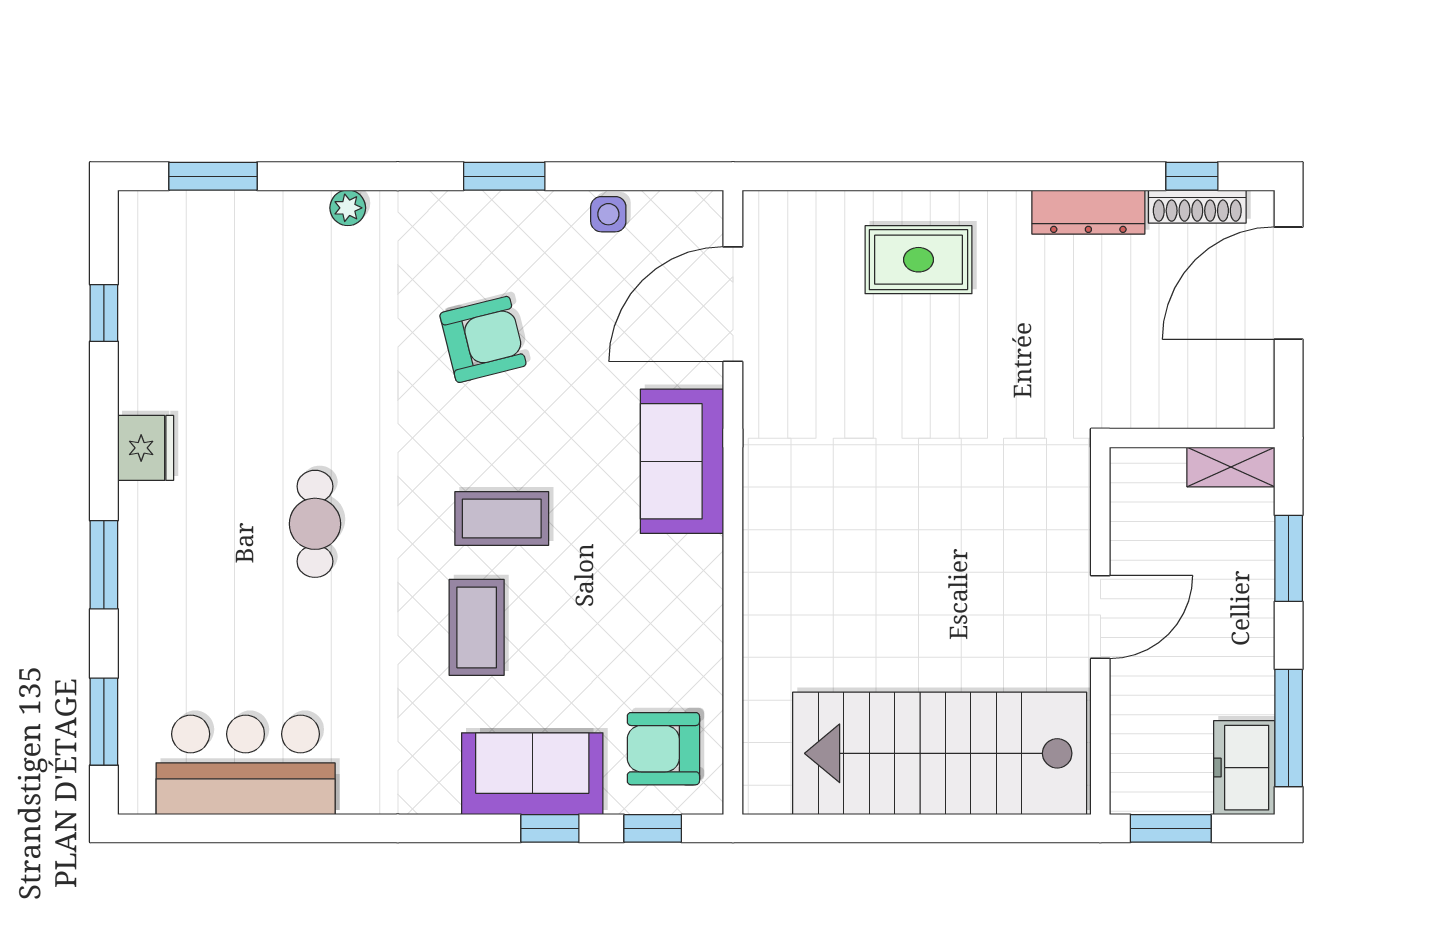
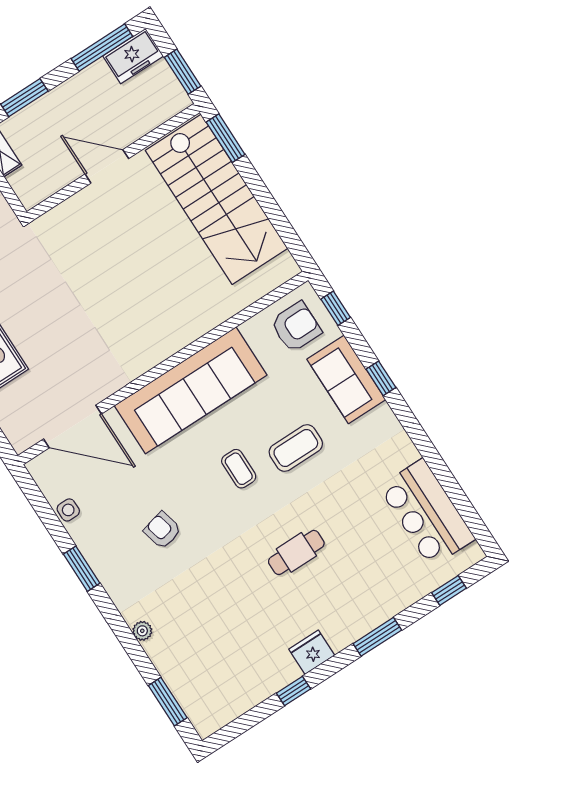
window: (104, 313) -> (294, 691), moved
armchair: (483, 339) -> (162, 530), width x0.72, depth x0.72
sofa: (682, 461) -> (191, 390), width x1.85, depth x1.27
coffee table: (502, 519) -> (239, 469), width x0.73, depth x0.77
window: (104, 722) -> (449, 590), width x0.67
armchair: (663, 749) -> (296, 327), turned -90
window: (550, 828) -> (381, 378), moved
window: (1025, 828) -> (226, 138), added

